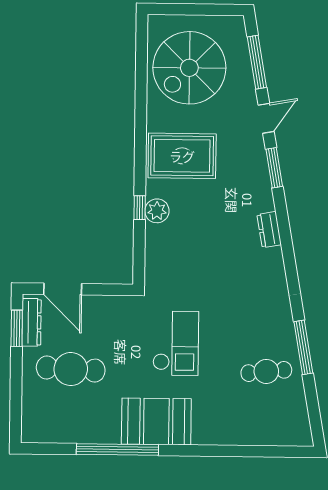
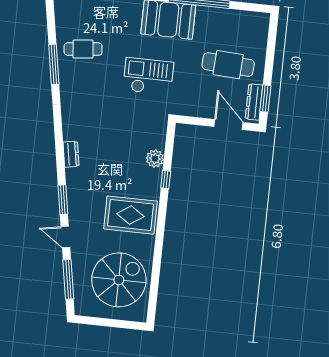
door: (266, 118) -> (65, 237), hinge flipped
plant: (157, 211) -> (155, 159), moved
checkout: (176, 343) -> (148, 76), turned 90

